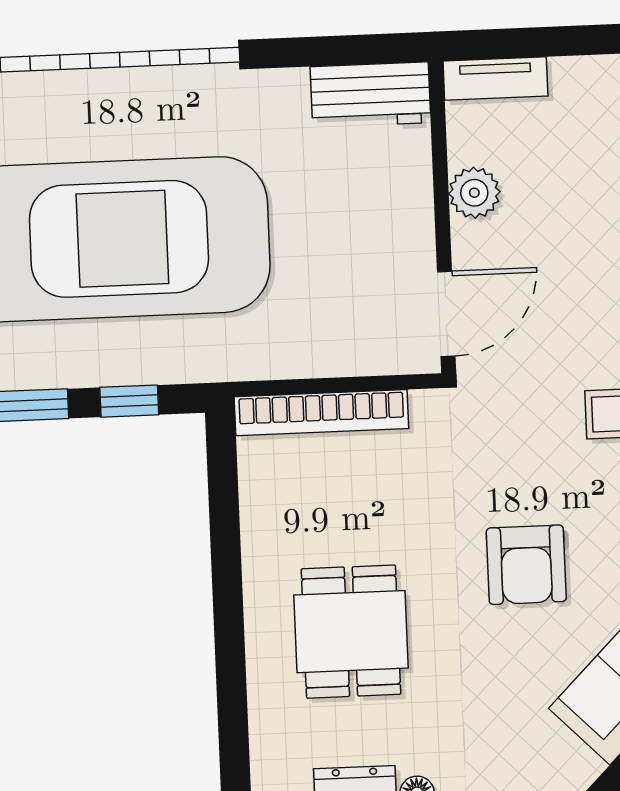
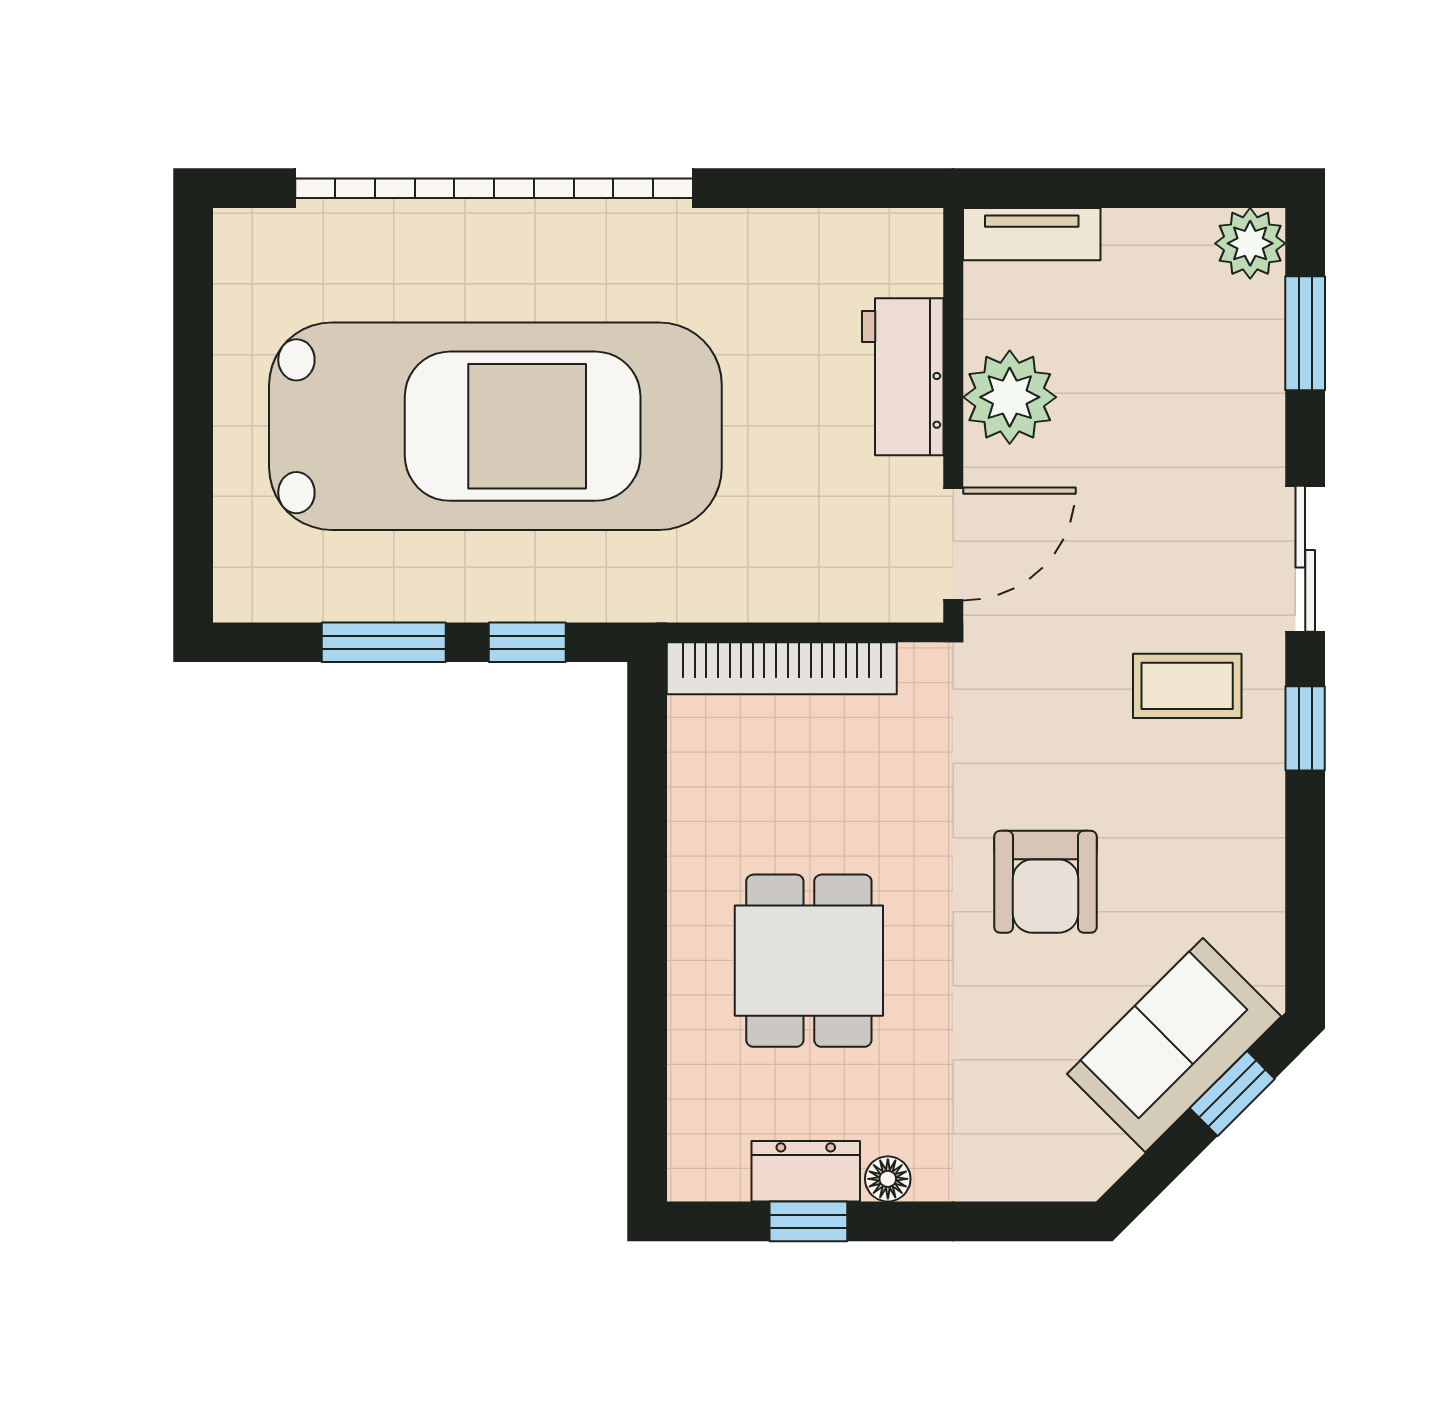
workbench: (370, 95) -> (903, 377), moved, turned 90
plant: (474, 193) -> (1010, 397), width x1.36, depth x1.36

